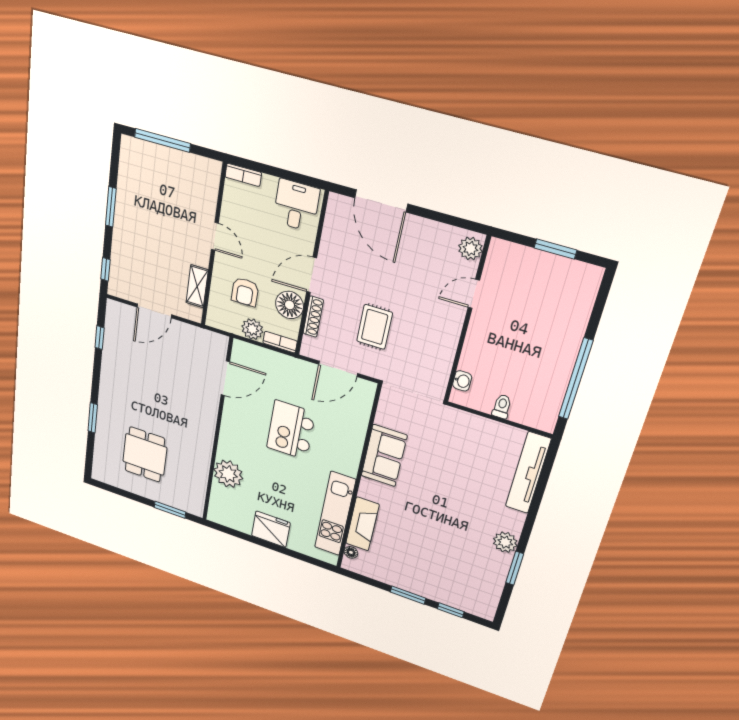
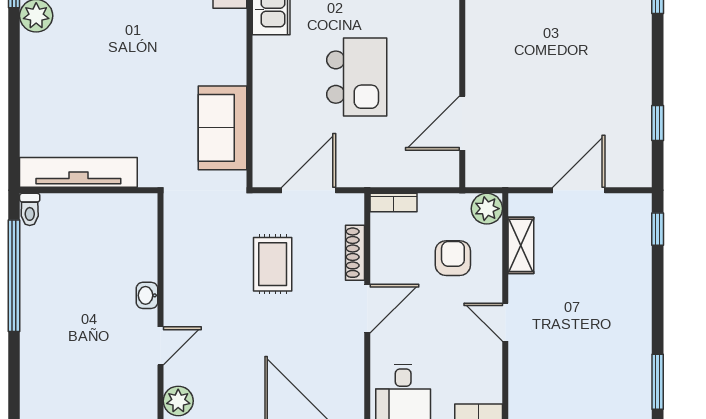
window: (111, 207) -> (658, 382), moved
floor lamp: (290, 305) -> (389, 259), removed
plant: (252, 329) -> (487, 209), moved
washbasin: (462, 381) -> (147, 295), moved
toilet: (502, 406) -> (30, 209), moved
sofa: (384, 456) -> (222, 128), moved
tv unit: (528, 473) -> (78, 172), moved, turned -90

